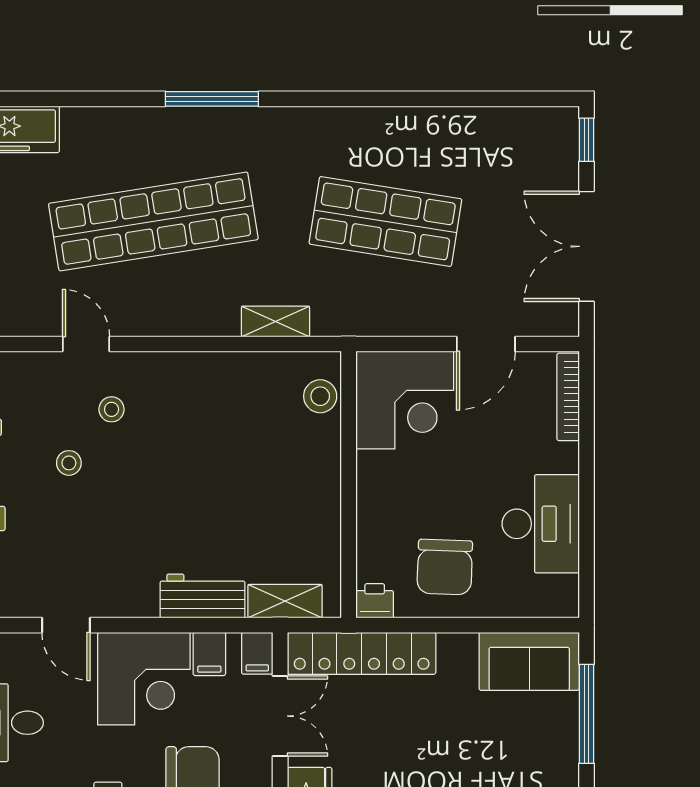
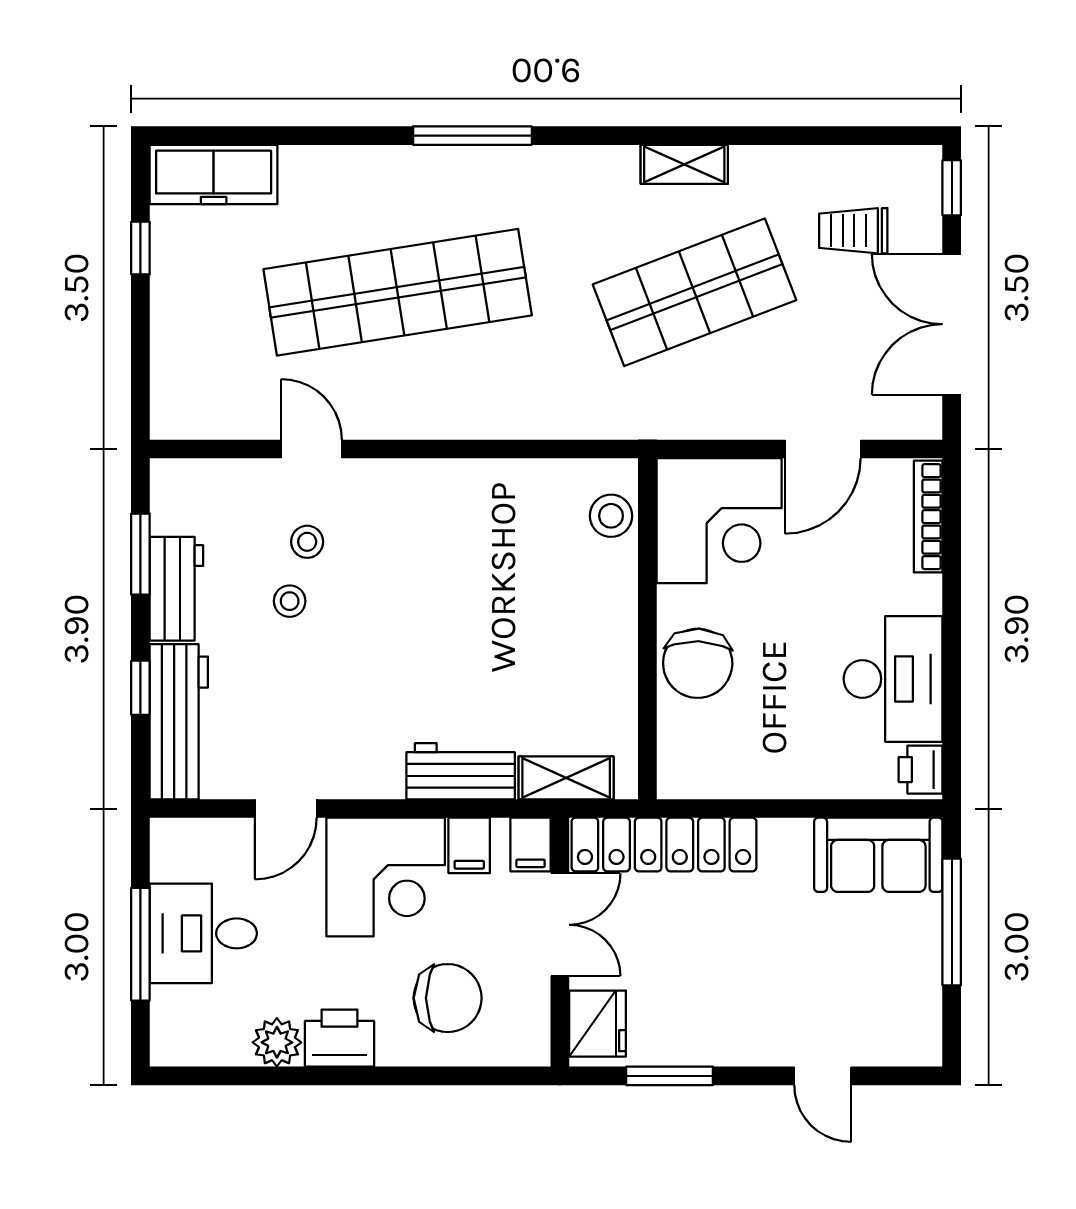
trolley: (510, 173) -> (853, 231), added
shop shelf: (385, 221) -> (694, 292), turned -30
shelving: (276, 321) -> (684, 164), moved
stool: (112, 409) -> (307, 542), moved
chair: (445, 567) -> (698, 663), moved
printer: (375, 601) -> (921, 770), moved, turned -90
door: (66, 625) -> (286, 809), hinge flipped

